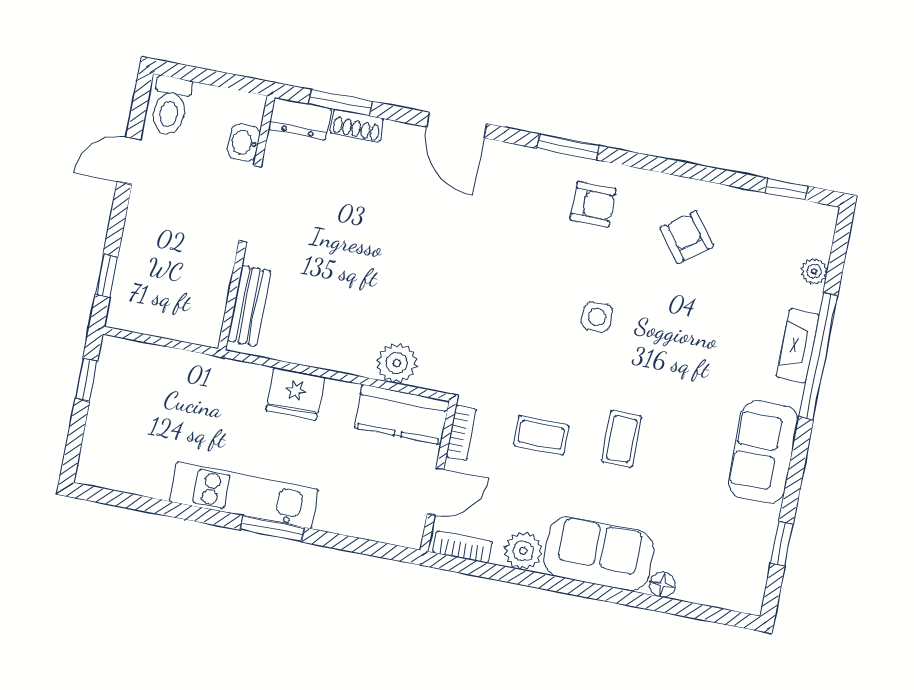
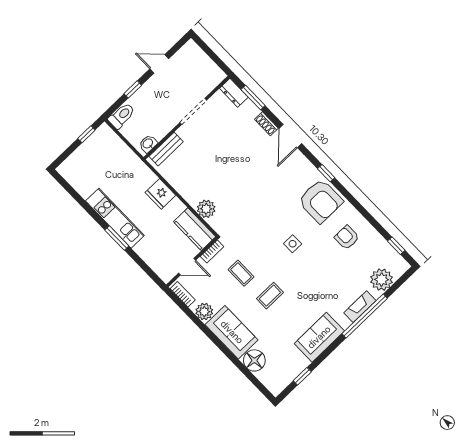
toilet: (170, 106) -> (122, 116), moved, turned 180
shoe rack: (357, 126) -> (266, 124), moved
washbasin: (244, 143) -> (148, 144), moved
window: (568, 147) -> (326, 173), width x0.67
armchair: (593, 204) -> (320, 201), width x1.88, depth x1.88
armchair: (687, 237) -> (347, 238), turned -53
plant: (814, 271) -> (382, 280), width x1.87, depth x1.87
window: (107, 276) -> (133, 89), moved
floor lamp: (662, 585) -> (254, 360), width x1.89, depth x1.89

